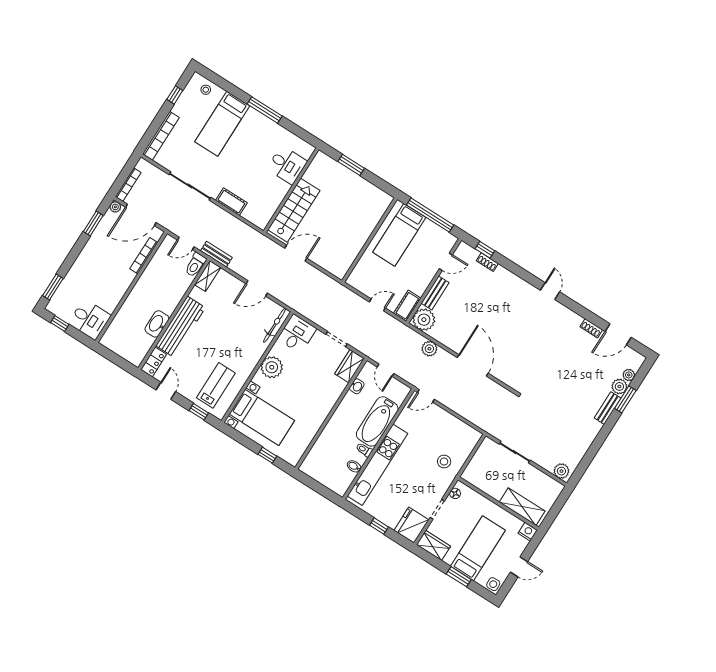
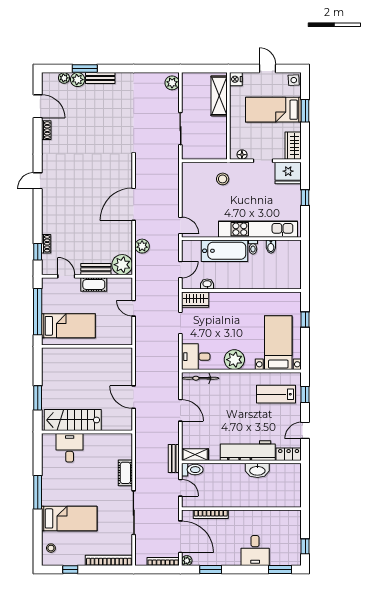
stairs: (294, 210) -> (73, 420), moved
cot: (407, 306) -> (94, 285), moved
desk: (90, 319) -> (255, 551), moved, turned 180

